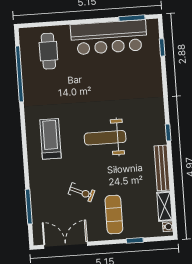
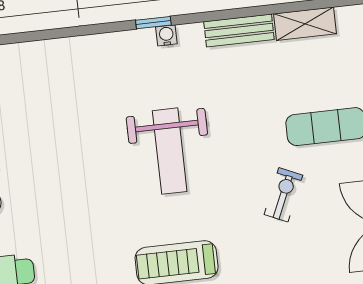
bench: (162, 168) -> (239, 31), width x0.73
water cooler: (168, 227) -> (166, 35), moved

